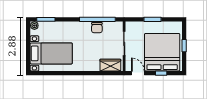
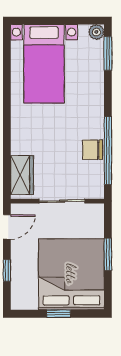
bed: (162, 52) -> (71, 274), moved, turned -90

